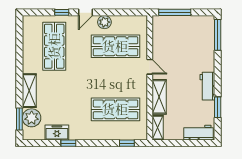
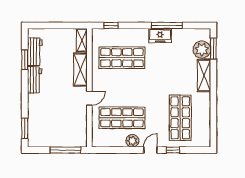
window: (218, 35) -> (25, 129), width x0.69
door: (150, 67) -> (89, 98), swing flipped
freezer: (57, 133) -> (160, 36), moved
workbench: (199, 133) -> (35, 52), moved, turned -90
window: (68, 143) -> (167, 25), width x2.17

